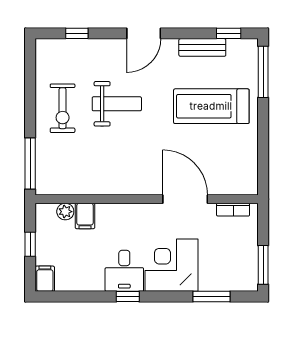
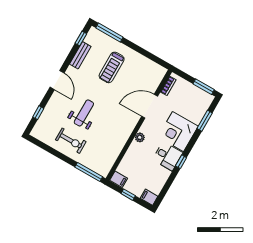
treadmill: (211, 106) -> (112, 67), width x0.73, depth x0.73
plant: (65, 212) -> (140, 137), moved
filing cabinet: (85, 216) -> (119, 179), moved

